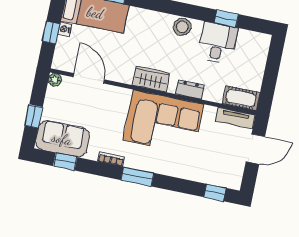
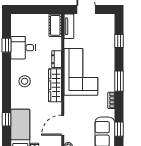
stool: (182, 27) -> (25, 81), moved
wardrobe: (151, 79) -> (55, 85), width x1.50
window: (215, 193) -> (119, 41), moved

